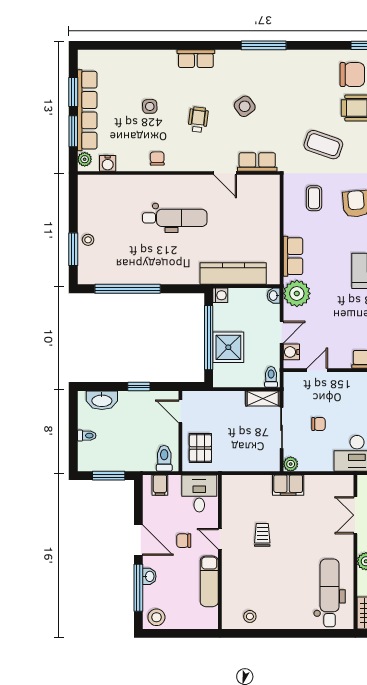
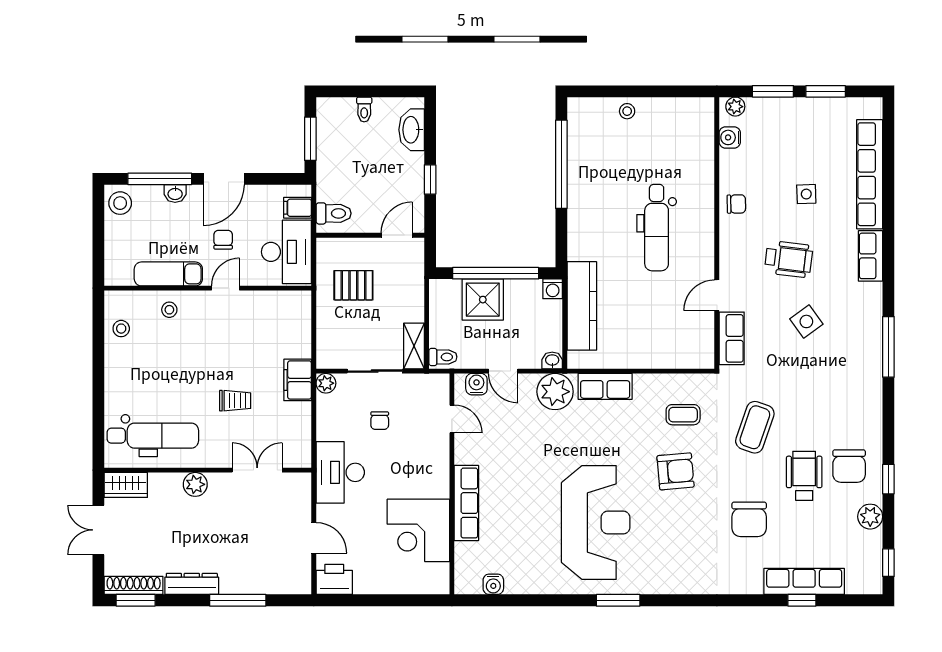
row of seats: (87, 110) -> (870, 174), moved, turned 90
wheelchair: (198, 120) -> (789, 259), width x1.36, depth x1.37
window: (73, 249) -> (614, 91), removed
pallet: (200, 448) -> (353, 285), moved
desk: (199, 493) -> (286, 252), width x1.37
trolley: (262, 535) -> (235, 401), moved
stool: (236, 581) -> (169, 310), added

